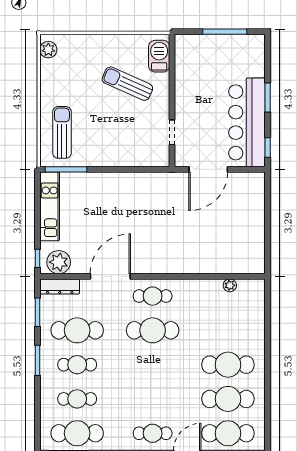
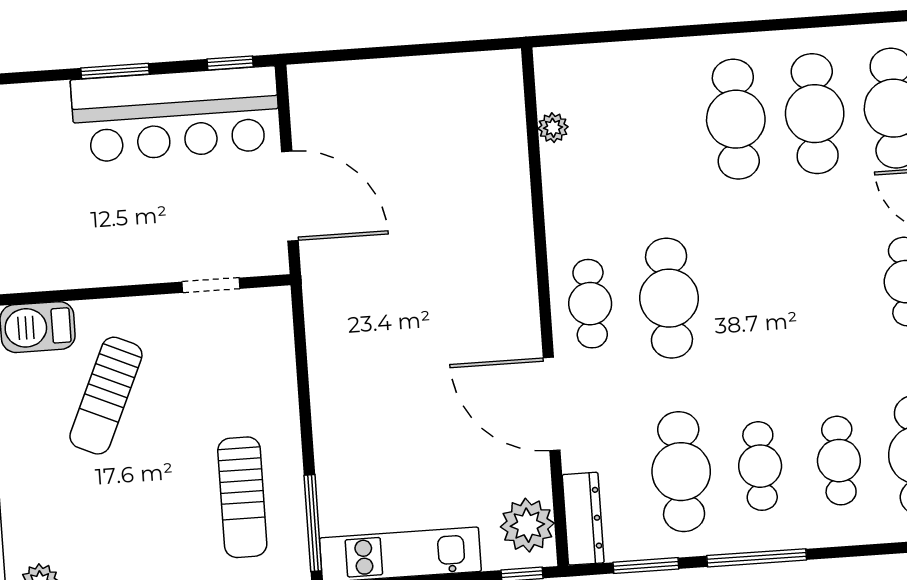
sun lounger: (62, 132) -> (242, 497), moved, turned -90
window: (38, 360) -> (757, 558), width x1.44

